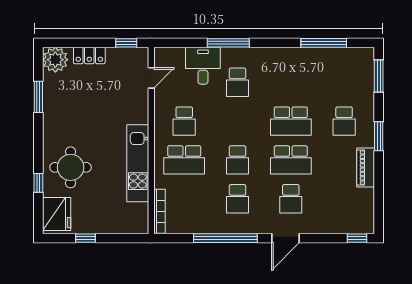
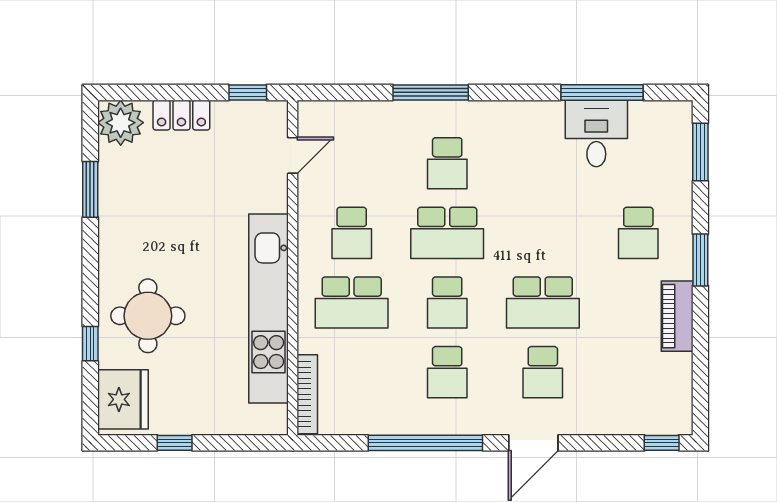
desk: (203, 66) -> (596, 133), moved
school desk: (291, 121) -> (447, 233), moved
kitchen unit: (138, 163) -> (269, 308), width x1.36

